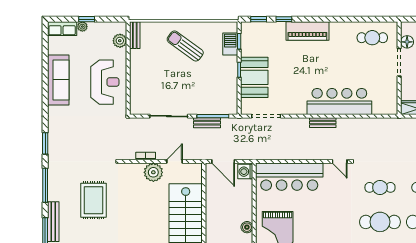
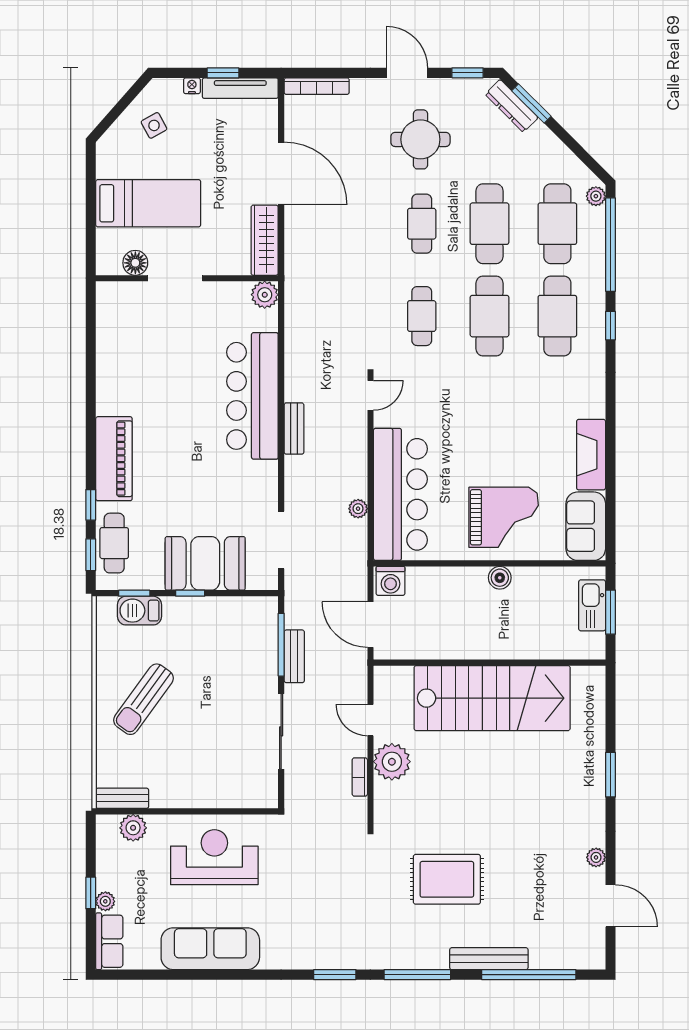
cafe table: (372, 38) -> (114, 543), moved
plant: (391, 108) -> (265, 295), added
plant: (282, 155) -> (358, 509), added
door: (223, 161) -> (370, 625), swing flipped

